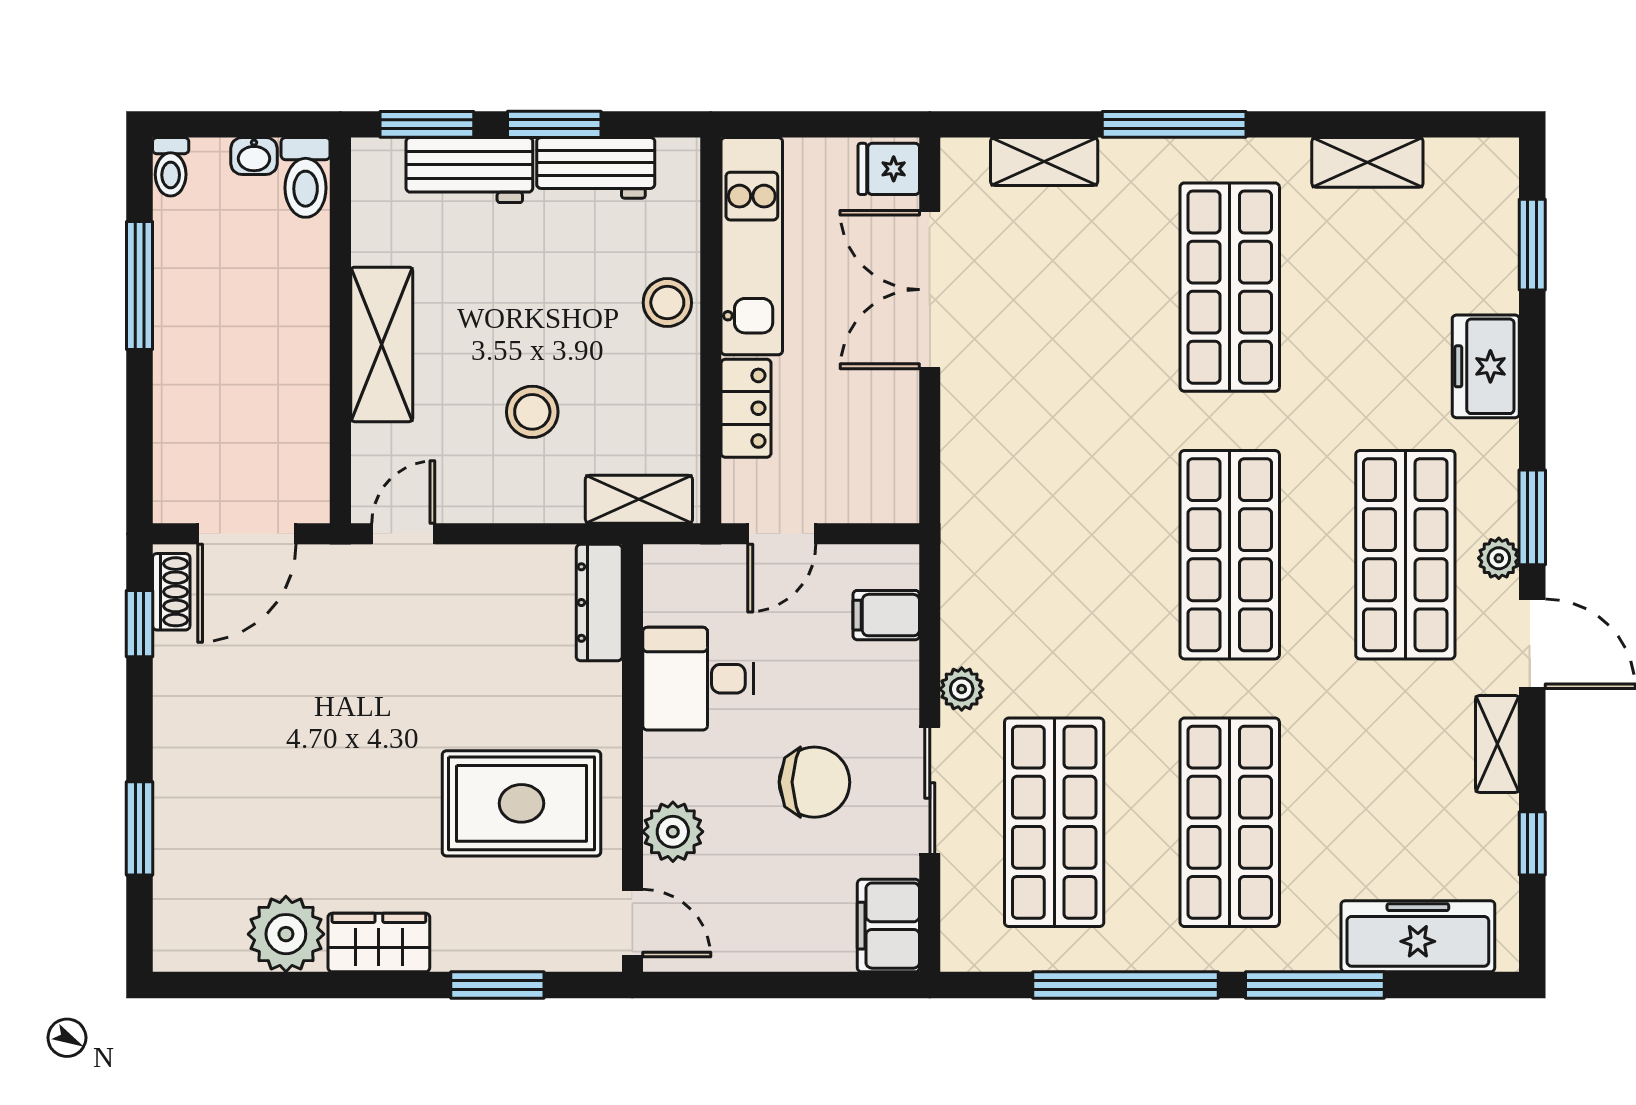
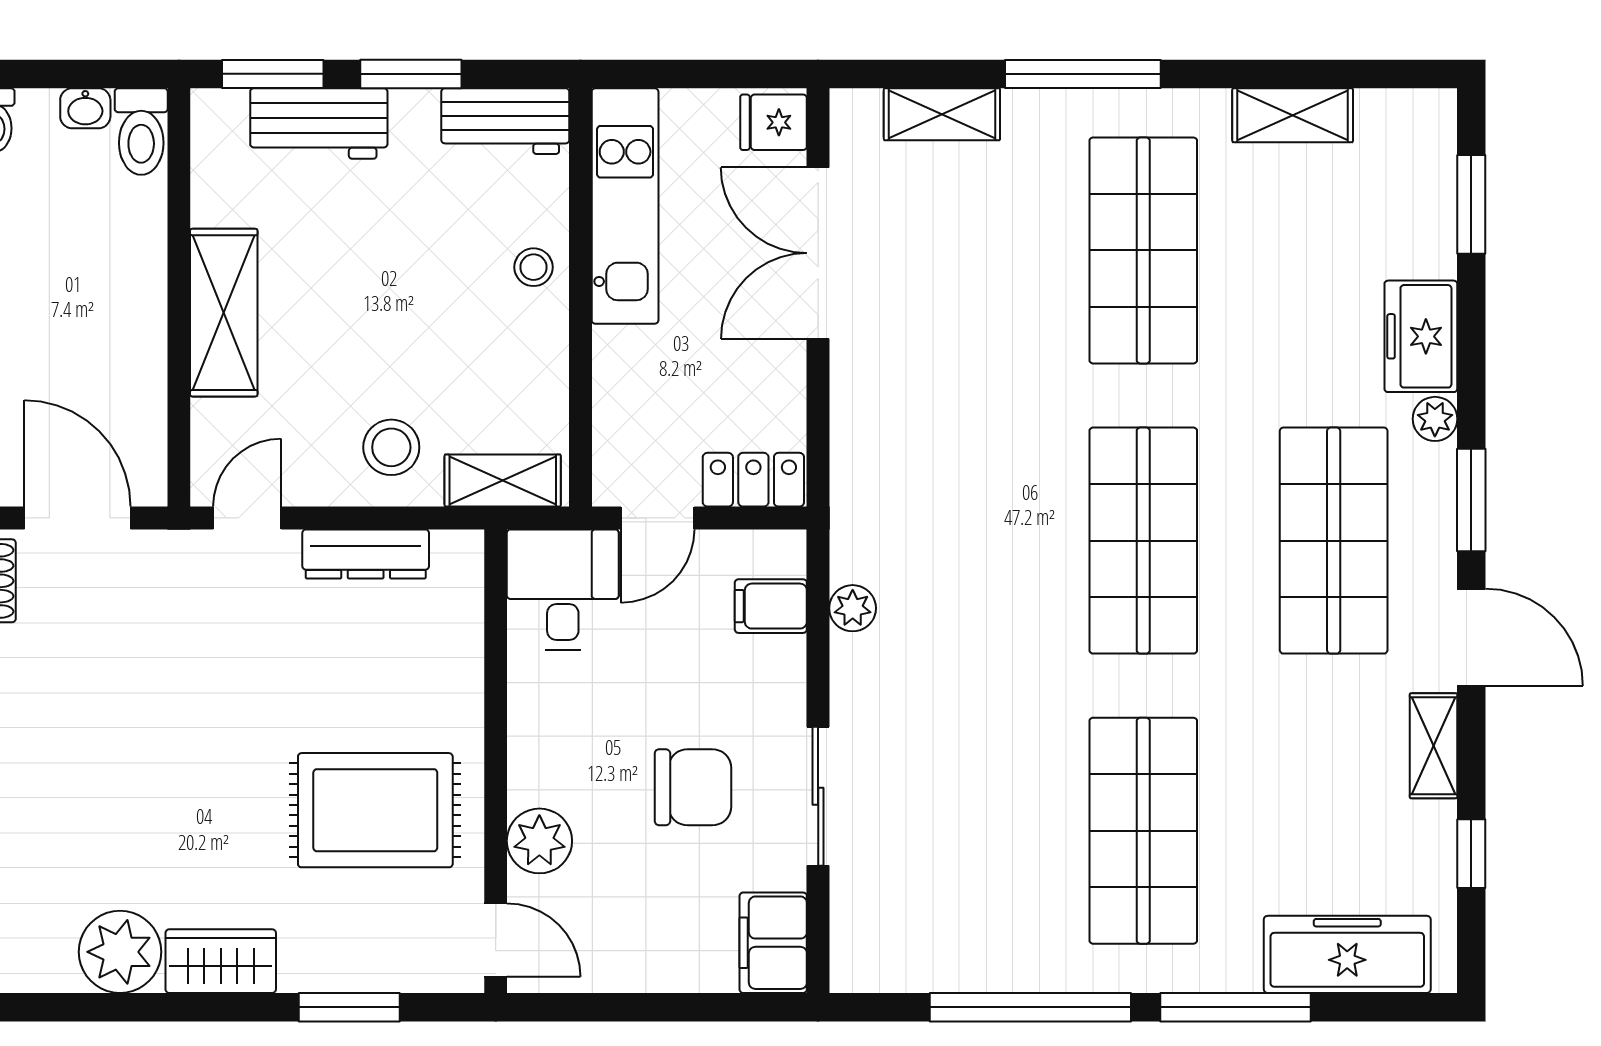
workbench: (596, 168) -> (505, 121), moved
stool: (667, 303) -> (534, 267), width x0.73, depth x0.73
locker: (746, 408) -> (753, 480), moved, turned -90
stool: (532, 412) -> (391, 447), moved
door: (247, 534) -> (77, 518), swing flipped
plant: (1499, 558) -> (1435, 419), moved
dresser: (599, 603) -> (366, 554), moved, turned -90
desk: (698, 679) -> (563, 589), moved, turned 90
plant: (962, 689) -> (853, 608), moved
shop shelf: (1054, 822) -> (953, 831), removed

